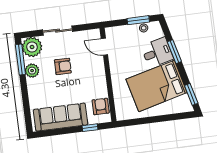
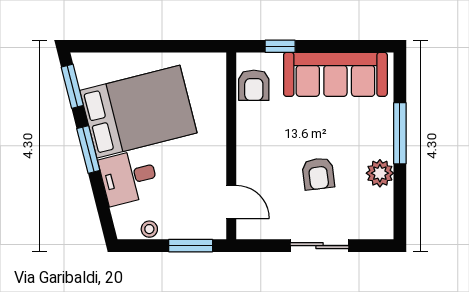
window: (138, 20) -> (191, 246), moved
plant: (32, 47) -> (374, 220), removed
window: (174, 52) -> (88, 149), moved
window: (20, 59) -> (400, 133), moved
armchair: (63, 66) -> (318, 174), turned -97

